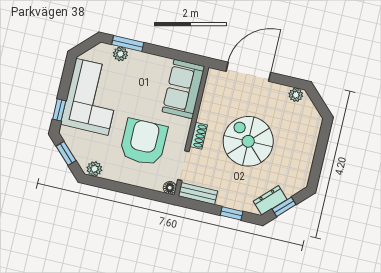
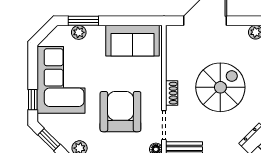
sofa: (183, 89) -> (133, 41), moved, turned -90
spiral stairs: (248, 141) -> (220, 87), turned 90

